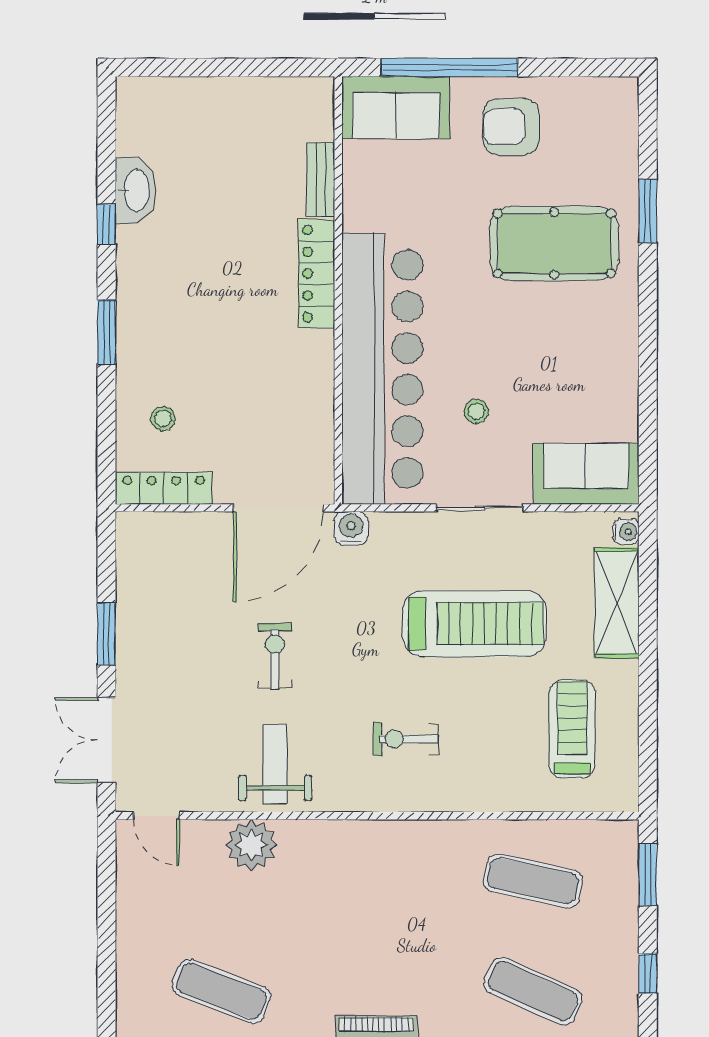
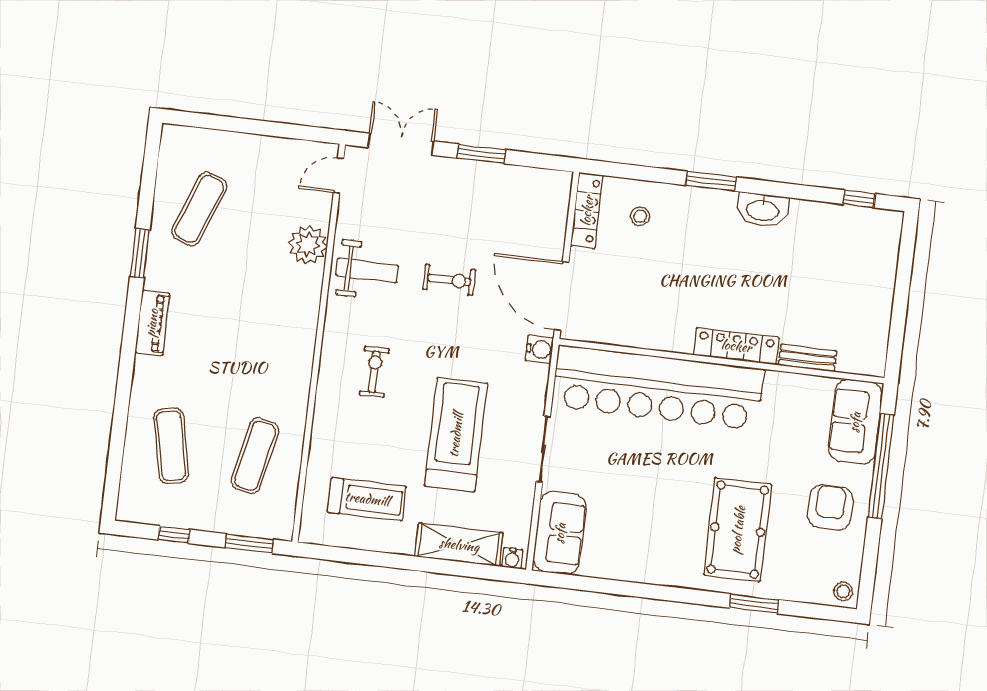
washbasin: (136, 191) -> (763, 210), moved
window: (107, 224) -> (859, 199), moved
stool: (476, 411) -> (843, 591), moved
treadmill: (475, 624) -> (456, 435), turned 180
exercise mat: (533, 991) -> (171, 446), turned -36

